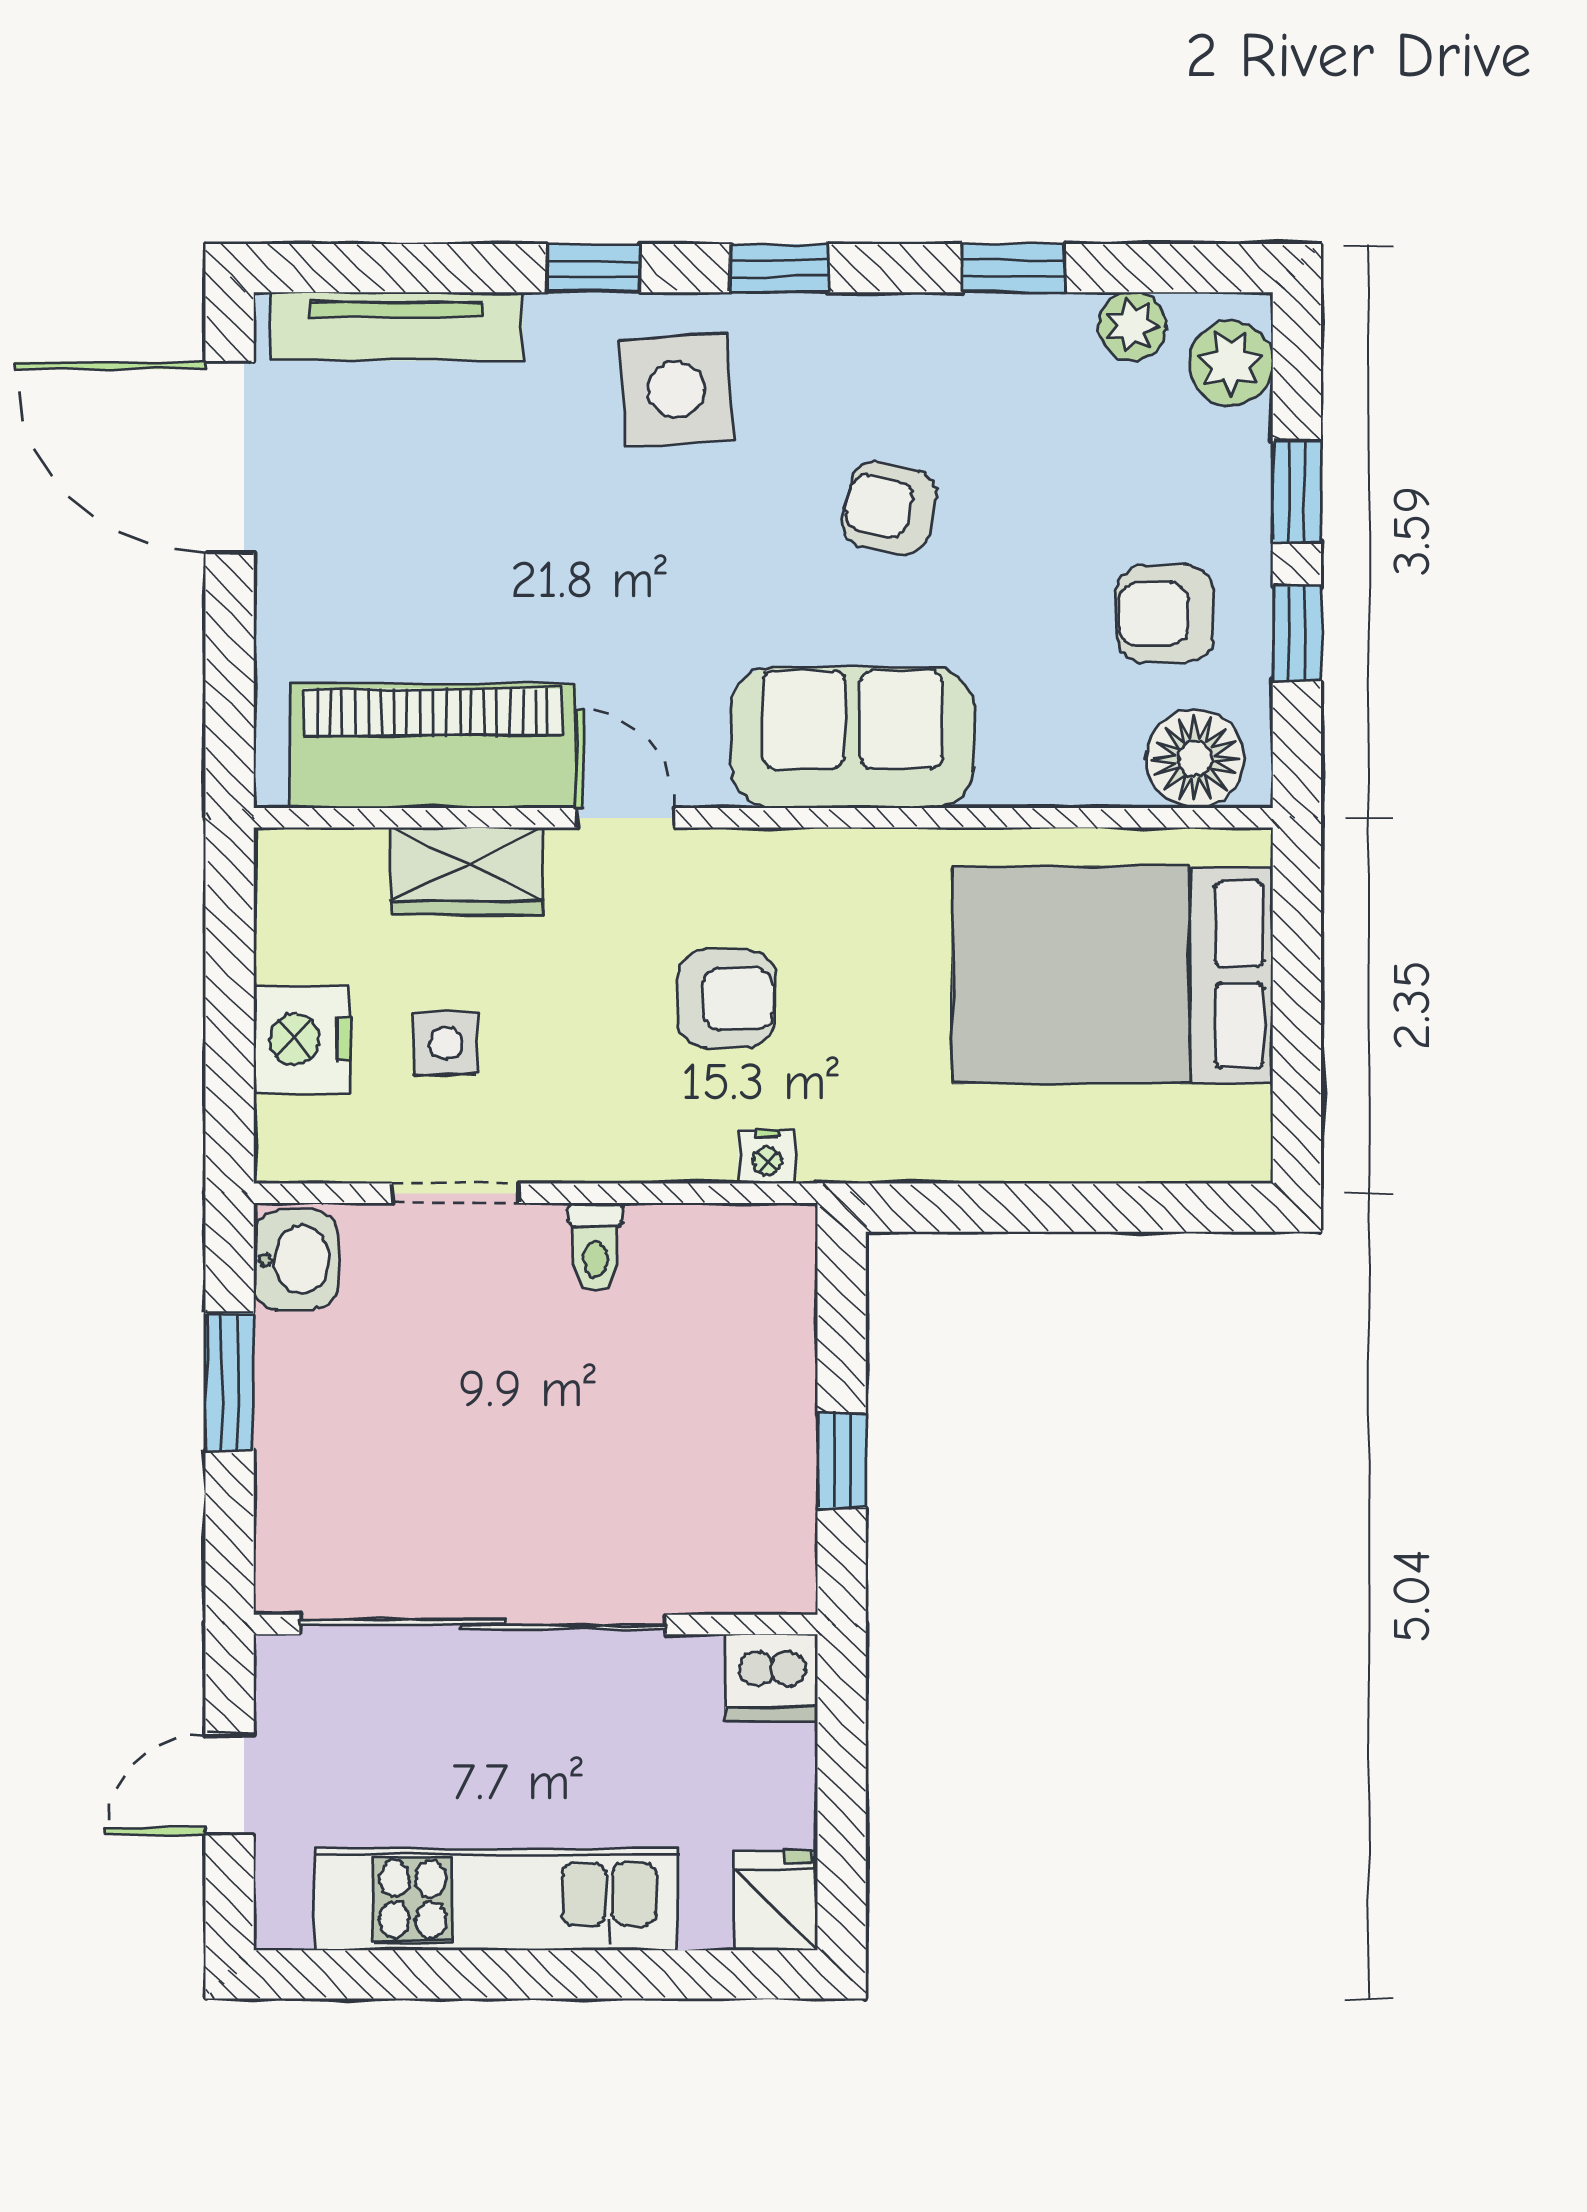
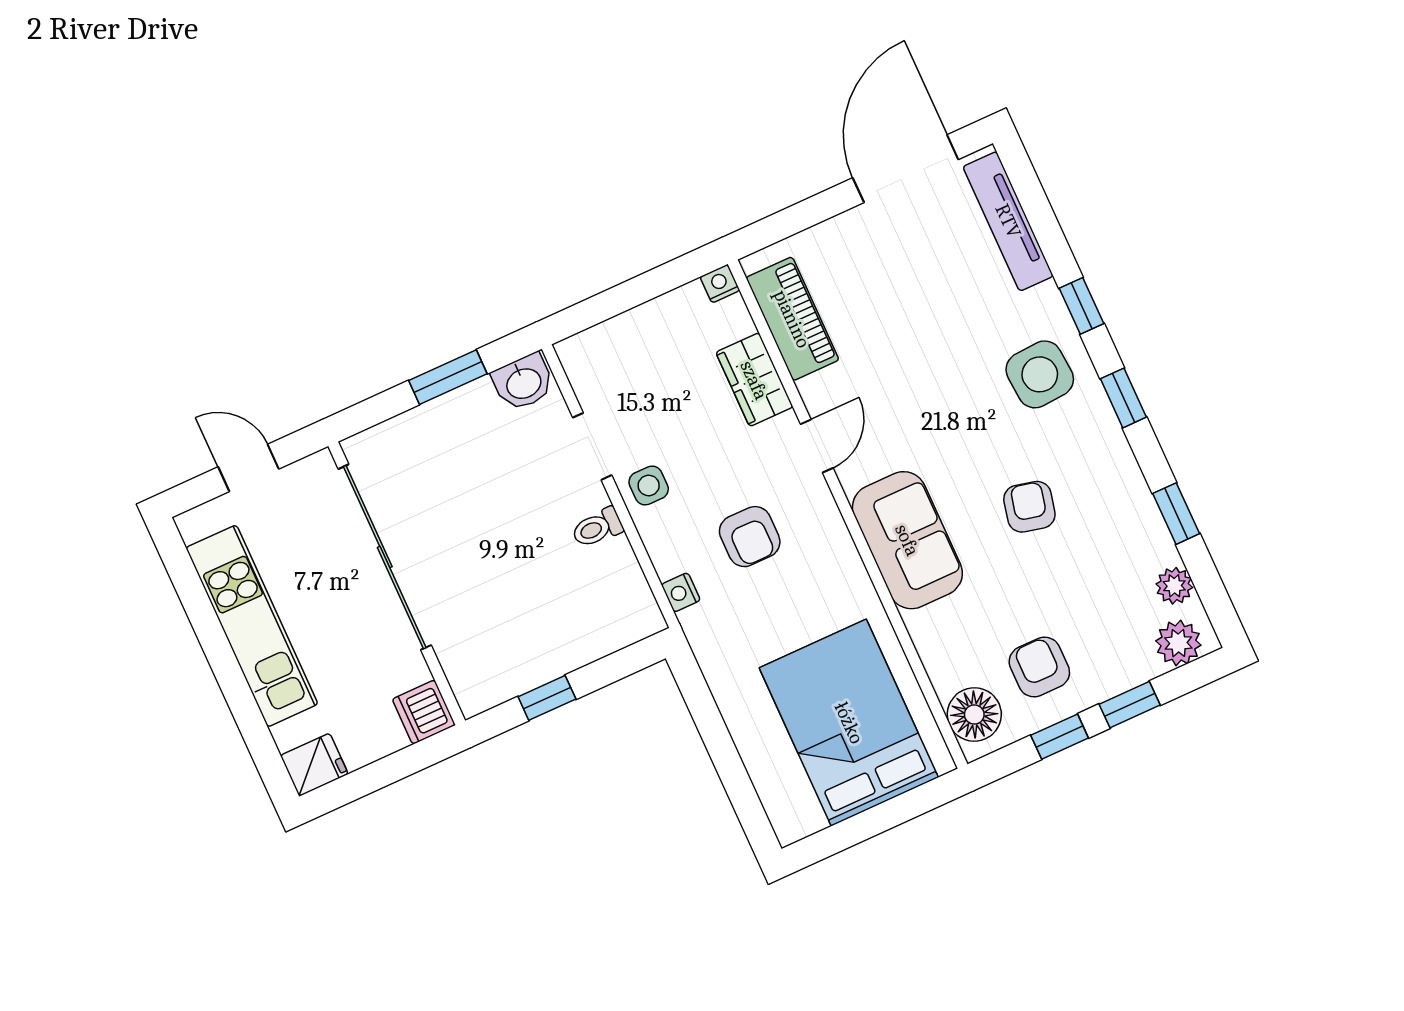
piano: (433, 746) -> (792, 319), width x0.73, depth x0.75
nightstand: (302, 1039) -> (720, 284), moved, width x0.53, depth x0.56
side table: (446, 1043) -> (649, 485), moved

